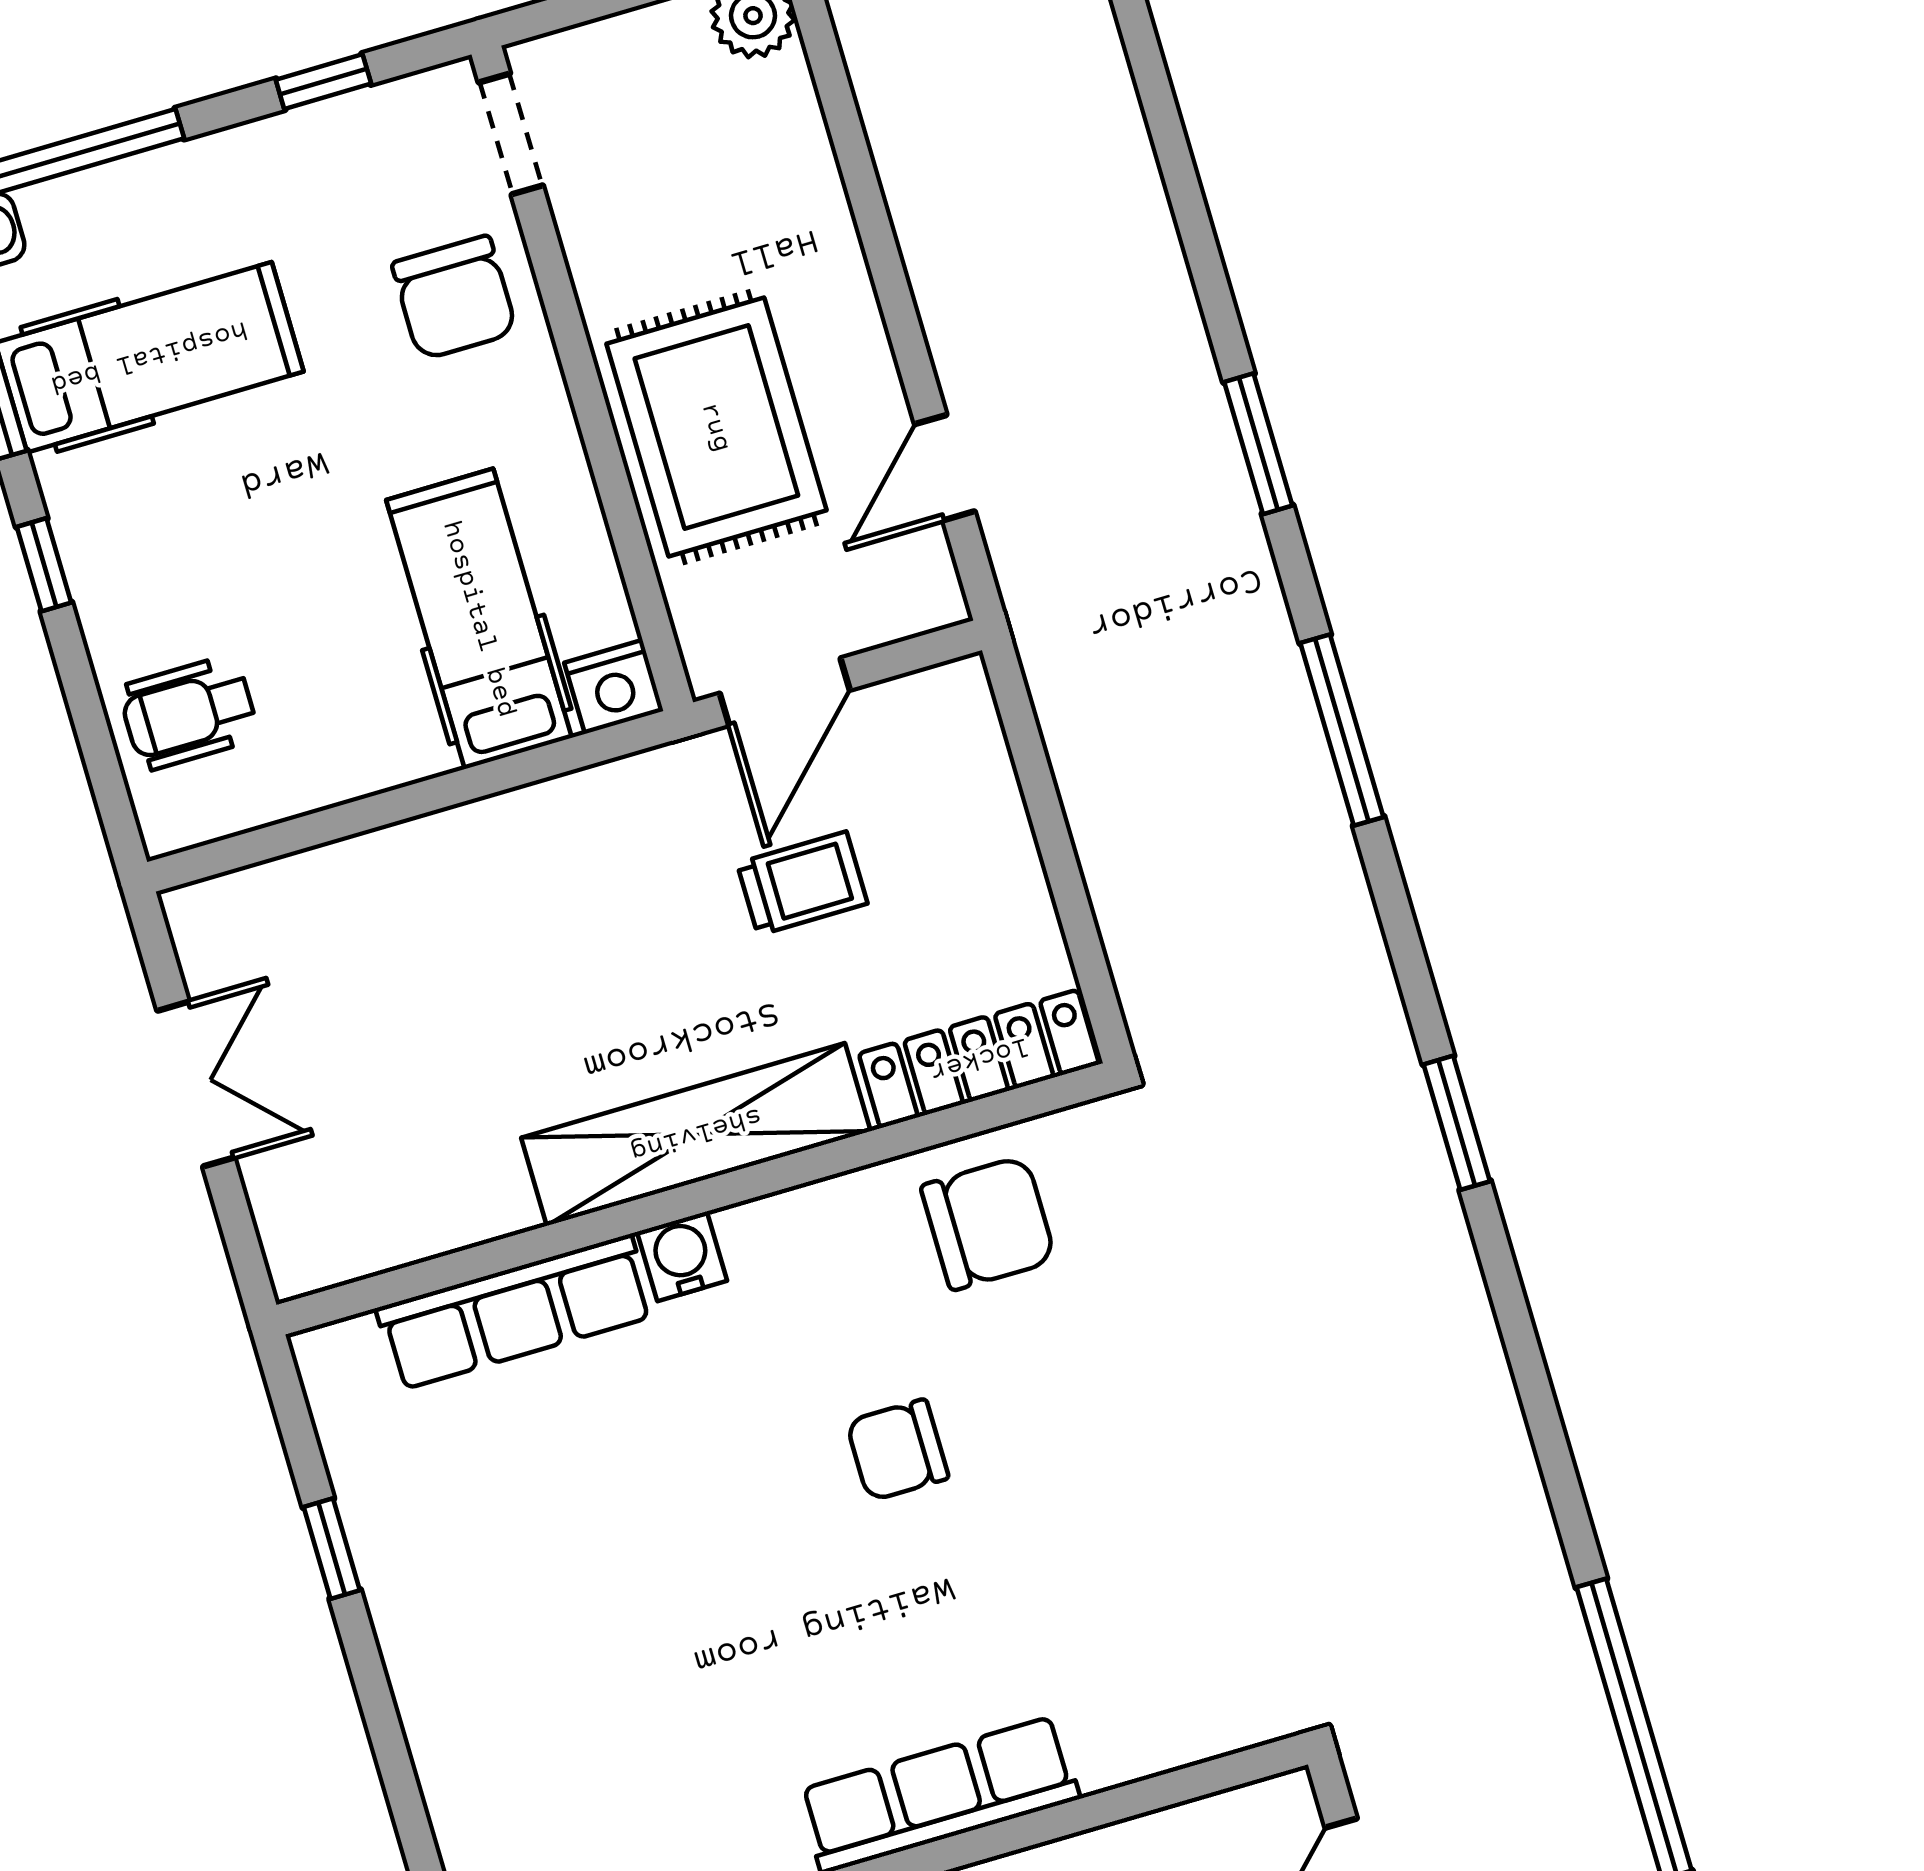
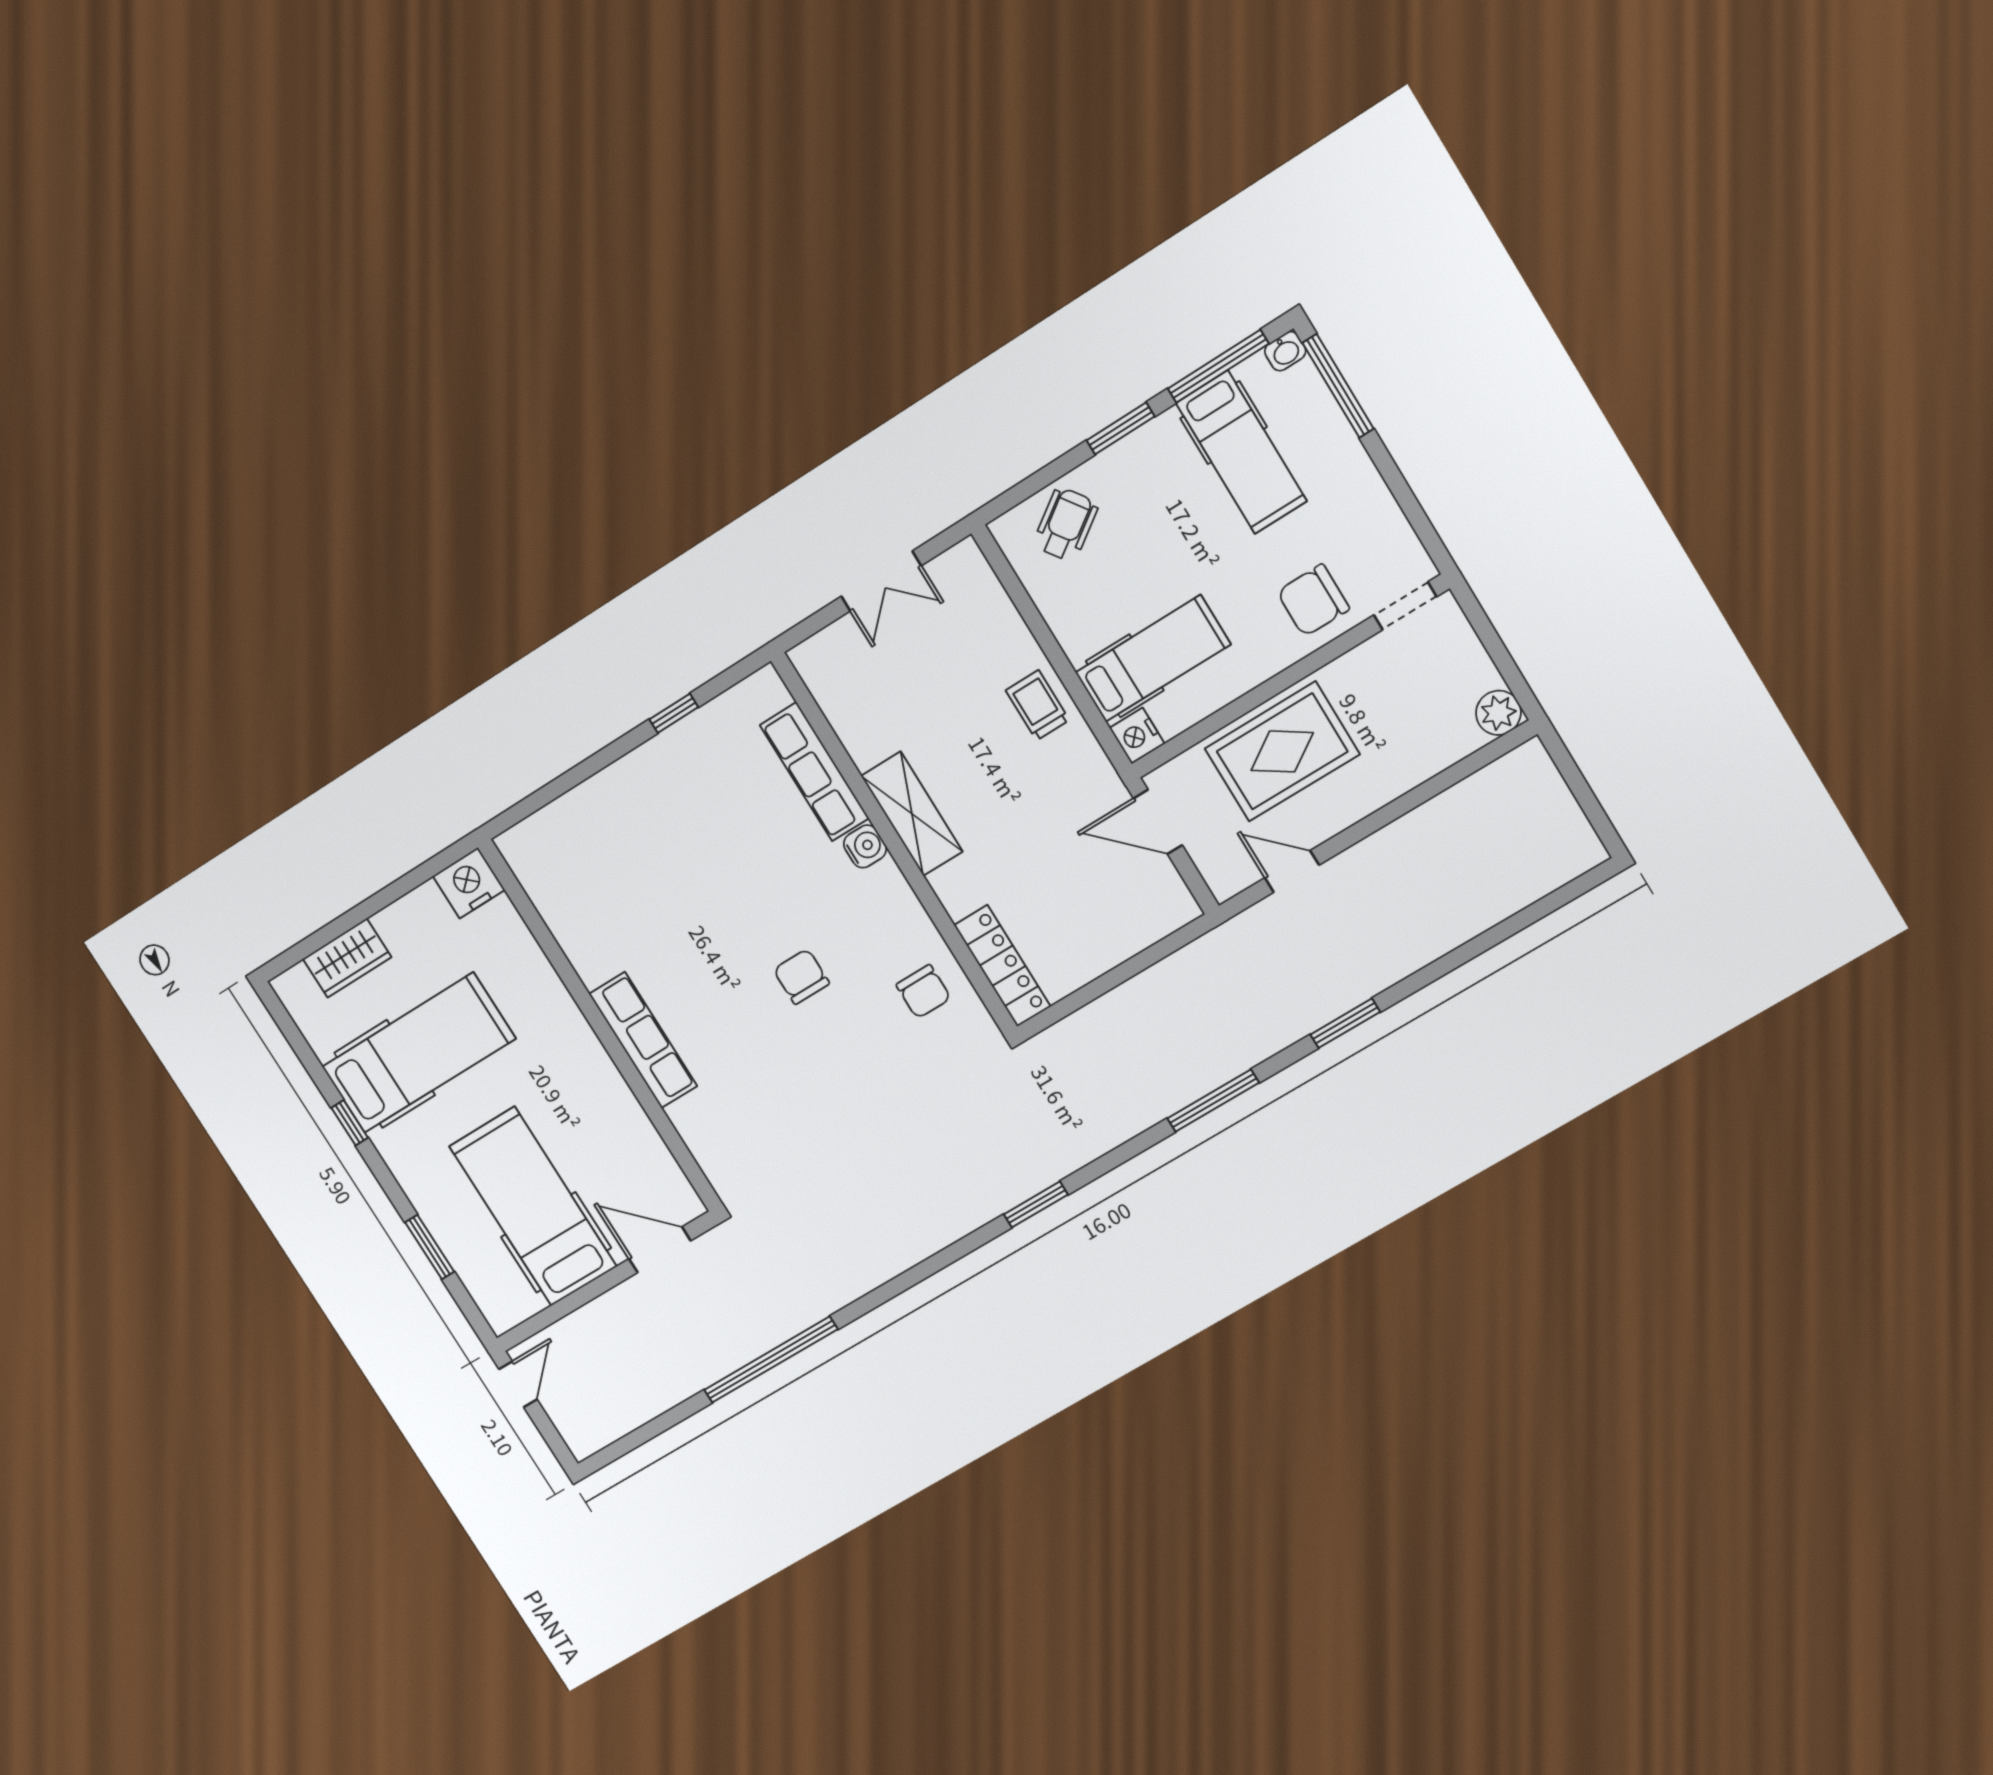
window: (323, 82) -> (1408, 502), removed
window: (44, 565) -> (1121, 428), width x1.50
wheelchair: (189, 713) -> (1066, 524), turned 55
trolley: (802, 883) -> (1038, 705), moved, turned 180
shelving: (696, 1134) -> (912, 814), width x0.68
chair: (988, 1223) -> (923, 992), width x0.73, depth x0.73

